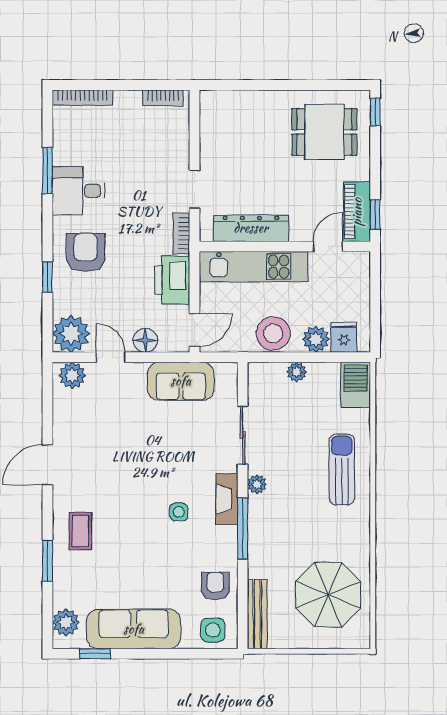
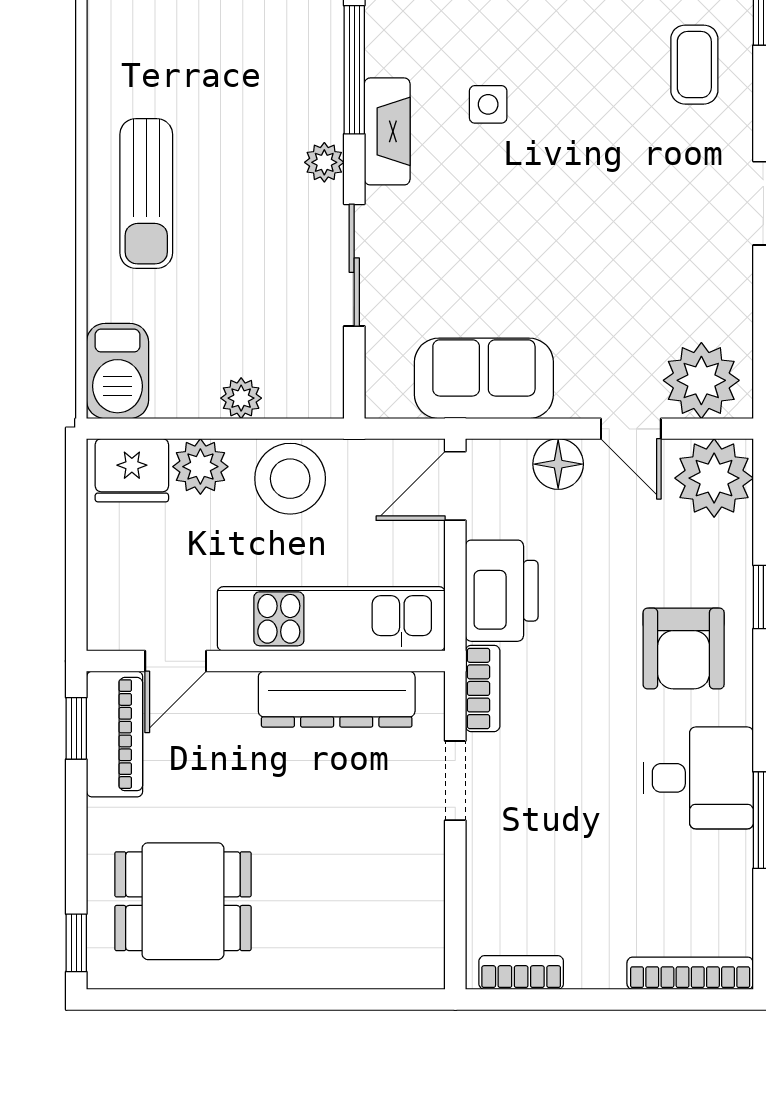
fridge: (344, 337) -> (132, 470), width x1.38
plant: (72, 375) -> (701, 380), width x1.36, depth x1.36

